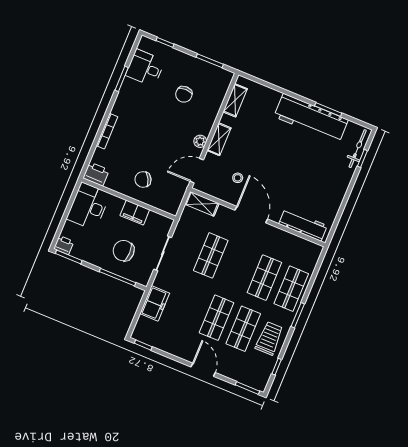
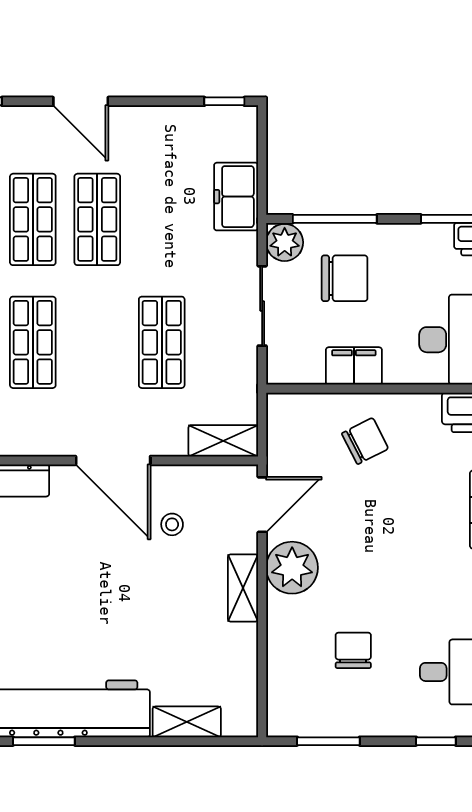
shelving: (235, 100) -> (187, 722), moved, turned 90
plant: (200, 141) -> (292, 568), width x1.87, depth x1.87
plant: (142, 276) -> (285, 242), added

